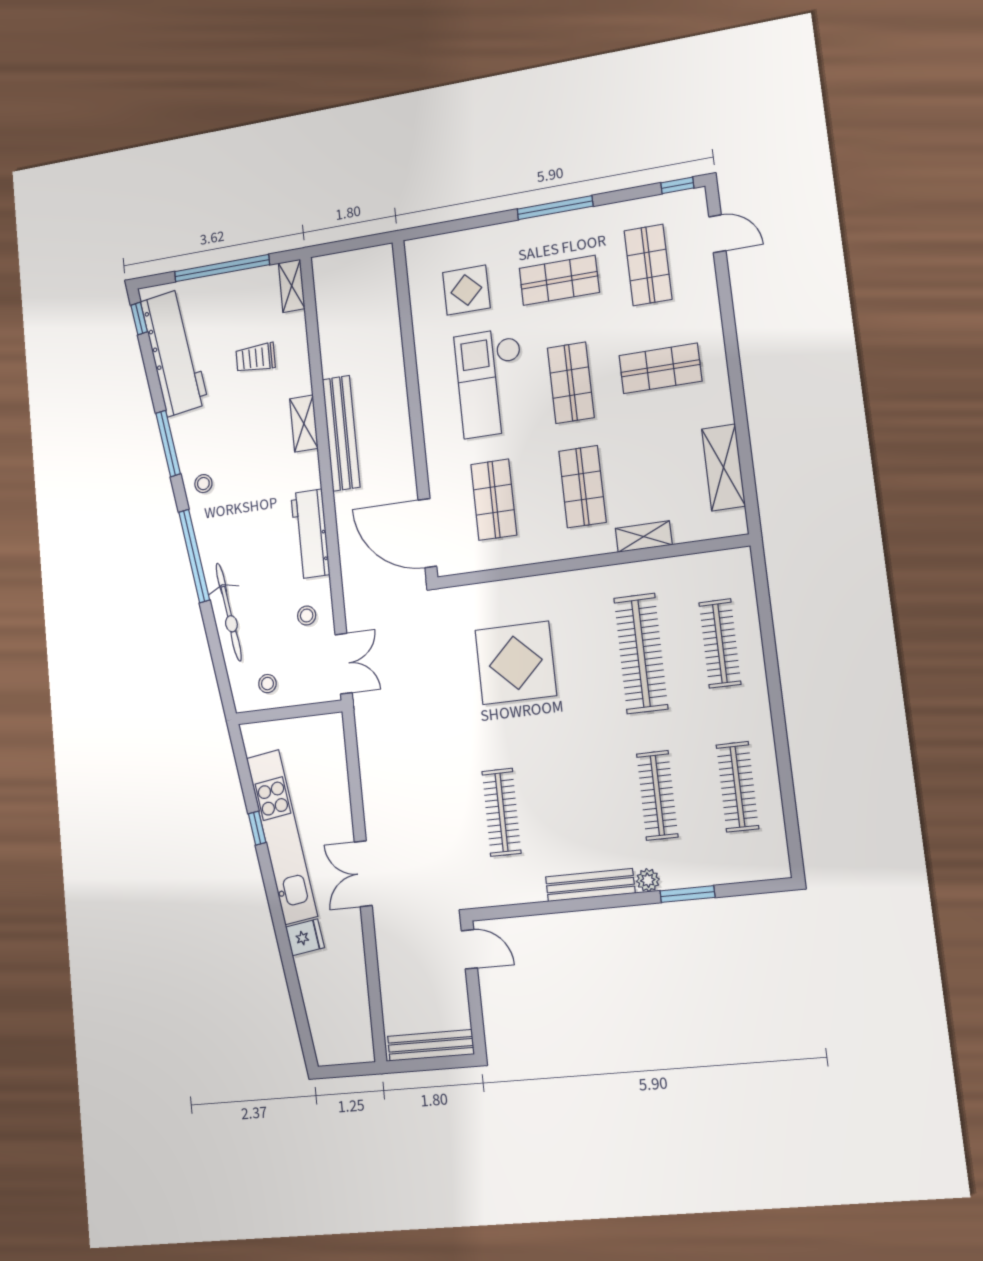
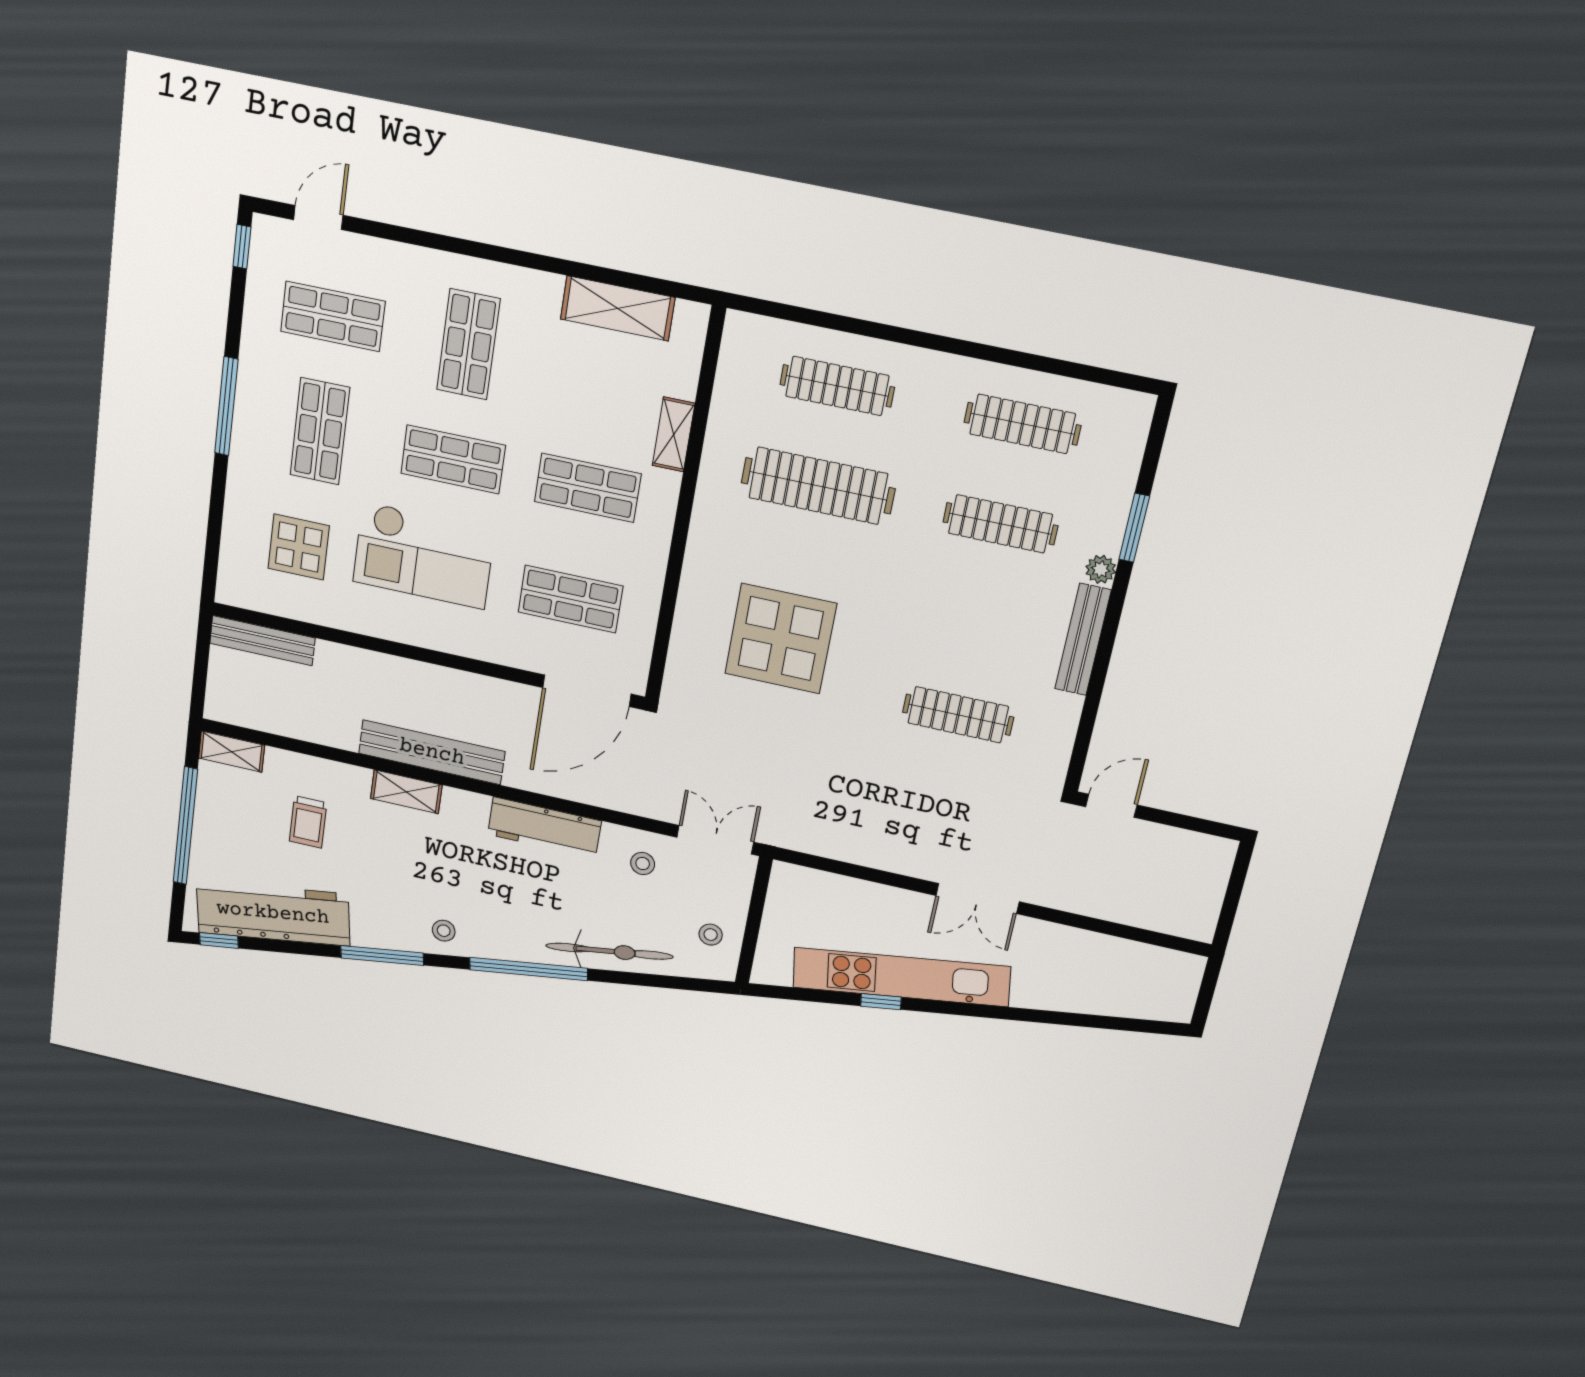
fridge: (305, 937) -> (1031, 989), removed
bench: (431, 1045) -> (262, 641), moved, turned 90

